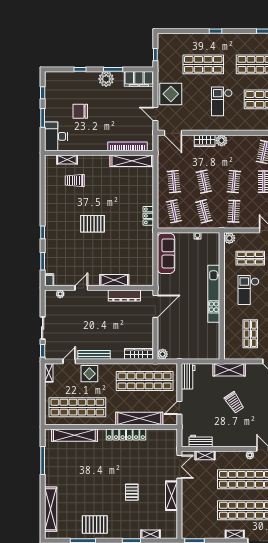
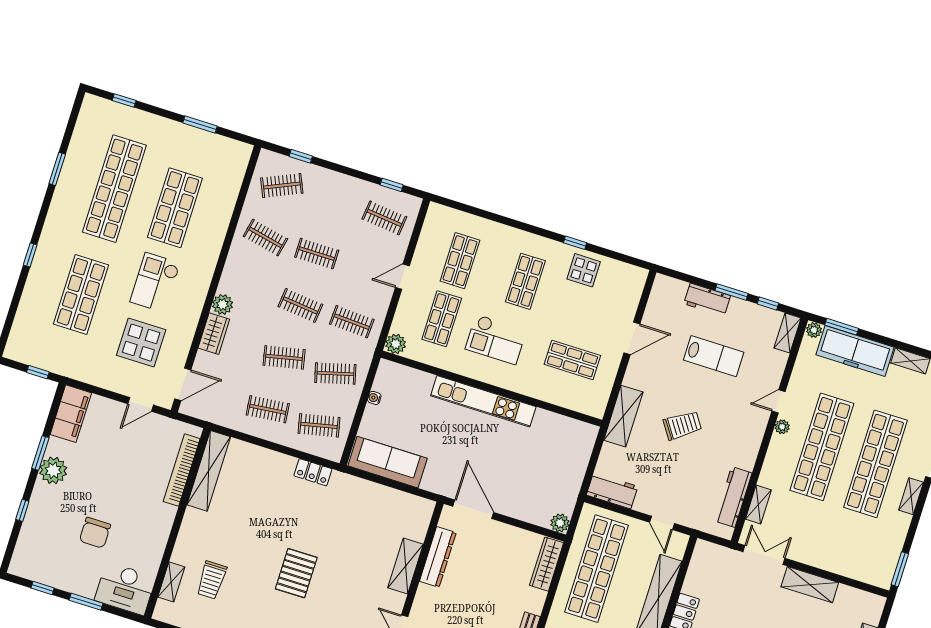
display table: (171, 94) -> (141, 343), moved
checkout: (222, 101) -> (155, 282), turned 90
workbench: (201, 441) -> (733, 497), width x1.38

